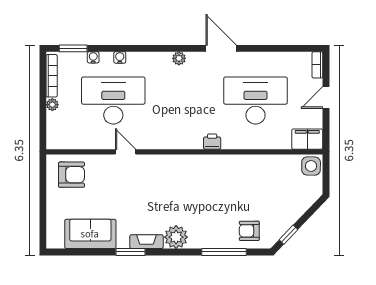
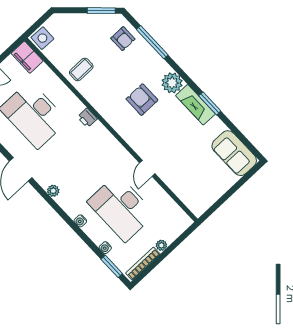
water cooler: (120, 57) -> (80, 221), moved
coffee table: (256, 174) -> (81, 69), added
armchair: (71, 175) -> (142, 100), moved
sofa: (90, 234) -> (234, 153), moved
window: (289, 235) -> (101, 11), width x1.50
fireplace: (147, 242) -> (195, 105), width x1.37, depth x1.32

